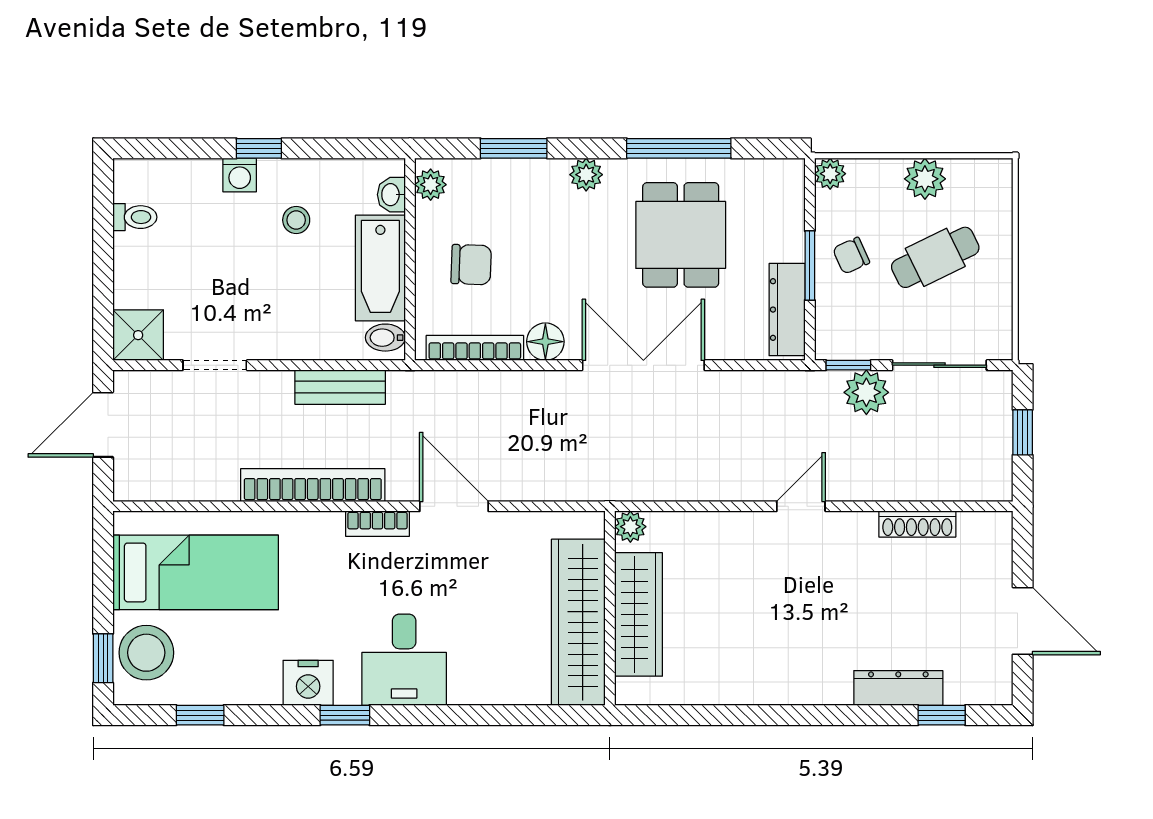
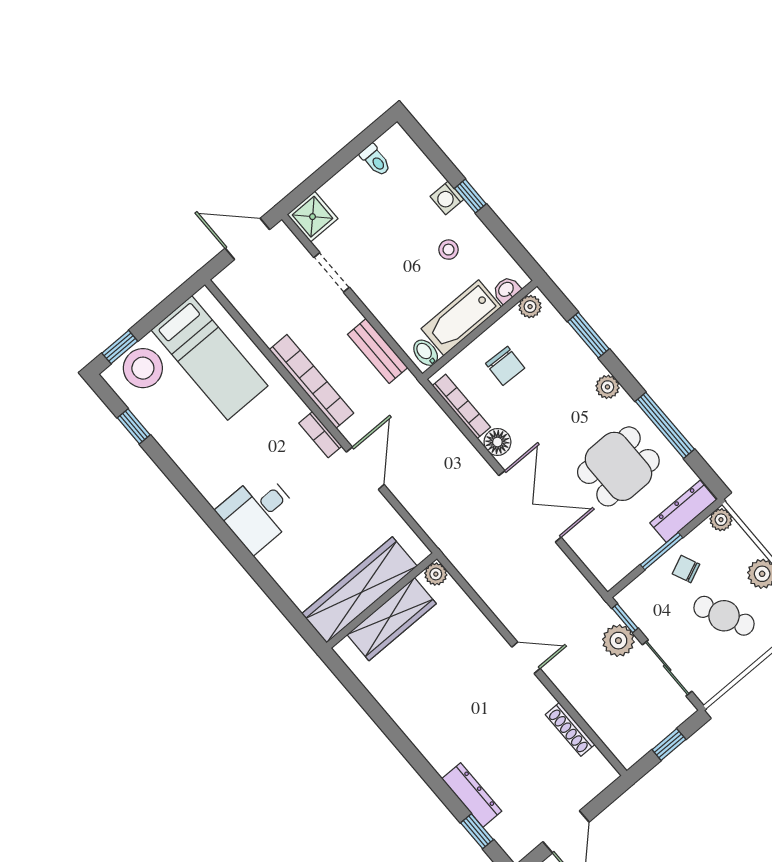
dresser: (787, 310) -> (683, 511), moved
nightstand: (308, 683) -> (201, 470), removed
window: (345, 715) -> (201, 505), removed

